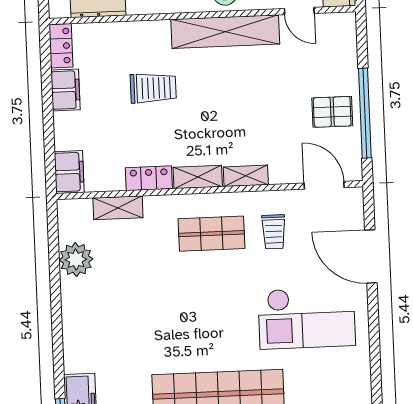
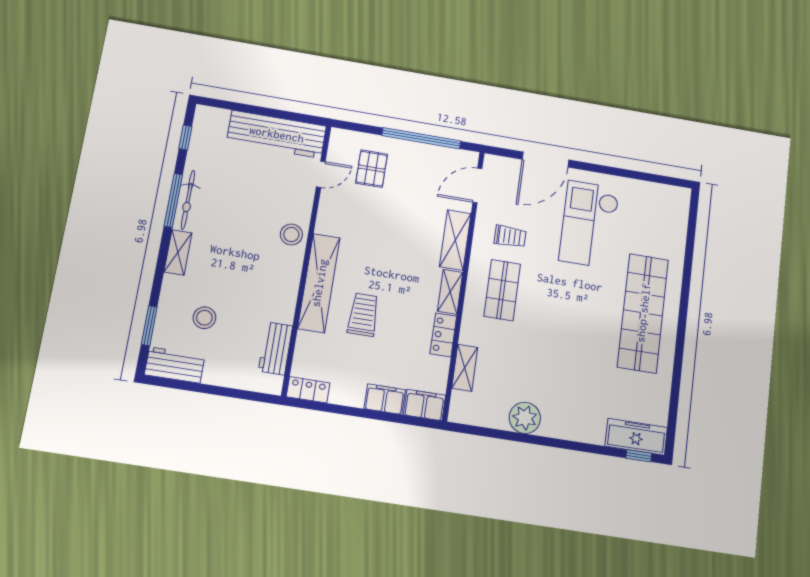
shelving: (225, 32) -> (319, 283), moved
filing cabinet: (65, 90) -> (385, 399), moved
pallet: (332, 112) -> (372, 169), moved
shelving: (246, 176) -> (455, 240), width x1.50, depth x1.33
plant: (76, 260) -> (525, 418), moved
checkout: (307, 318) -> (589, 224), turned 180

